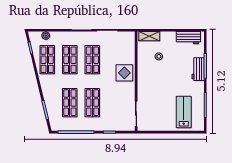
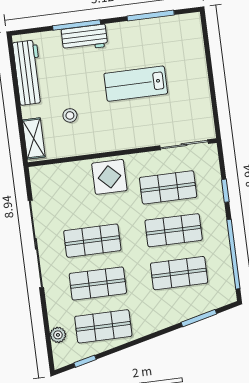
workbench: (188, 38) -> (28, 73), width x1.37
shop shelf: (115, 103) -> (168, 187), added
lab bench: (184, 112) -> (136, 84), moved

